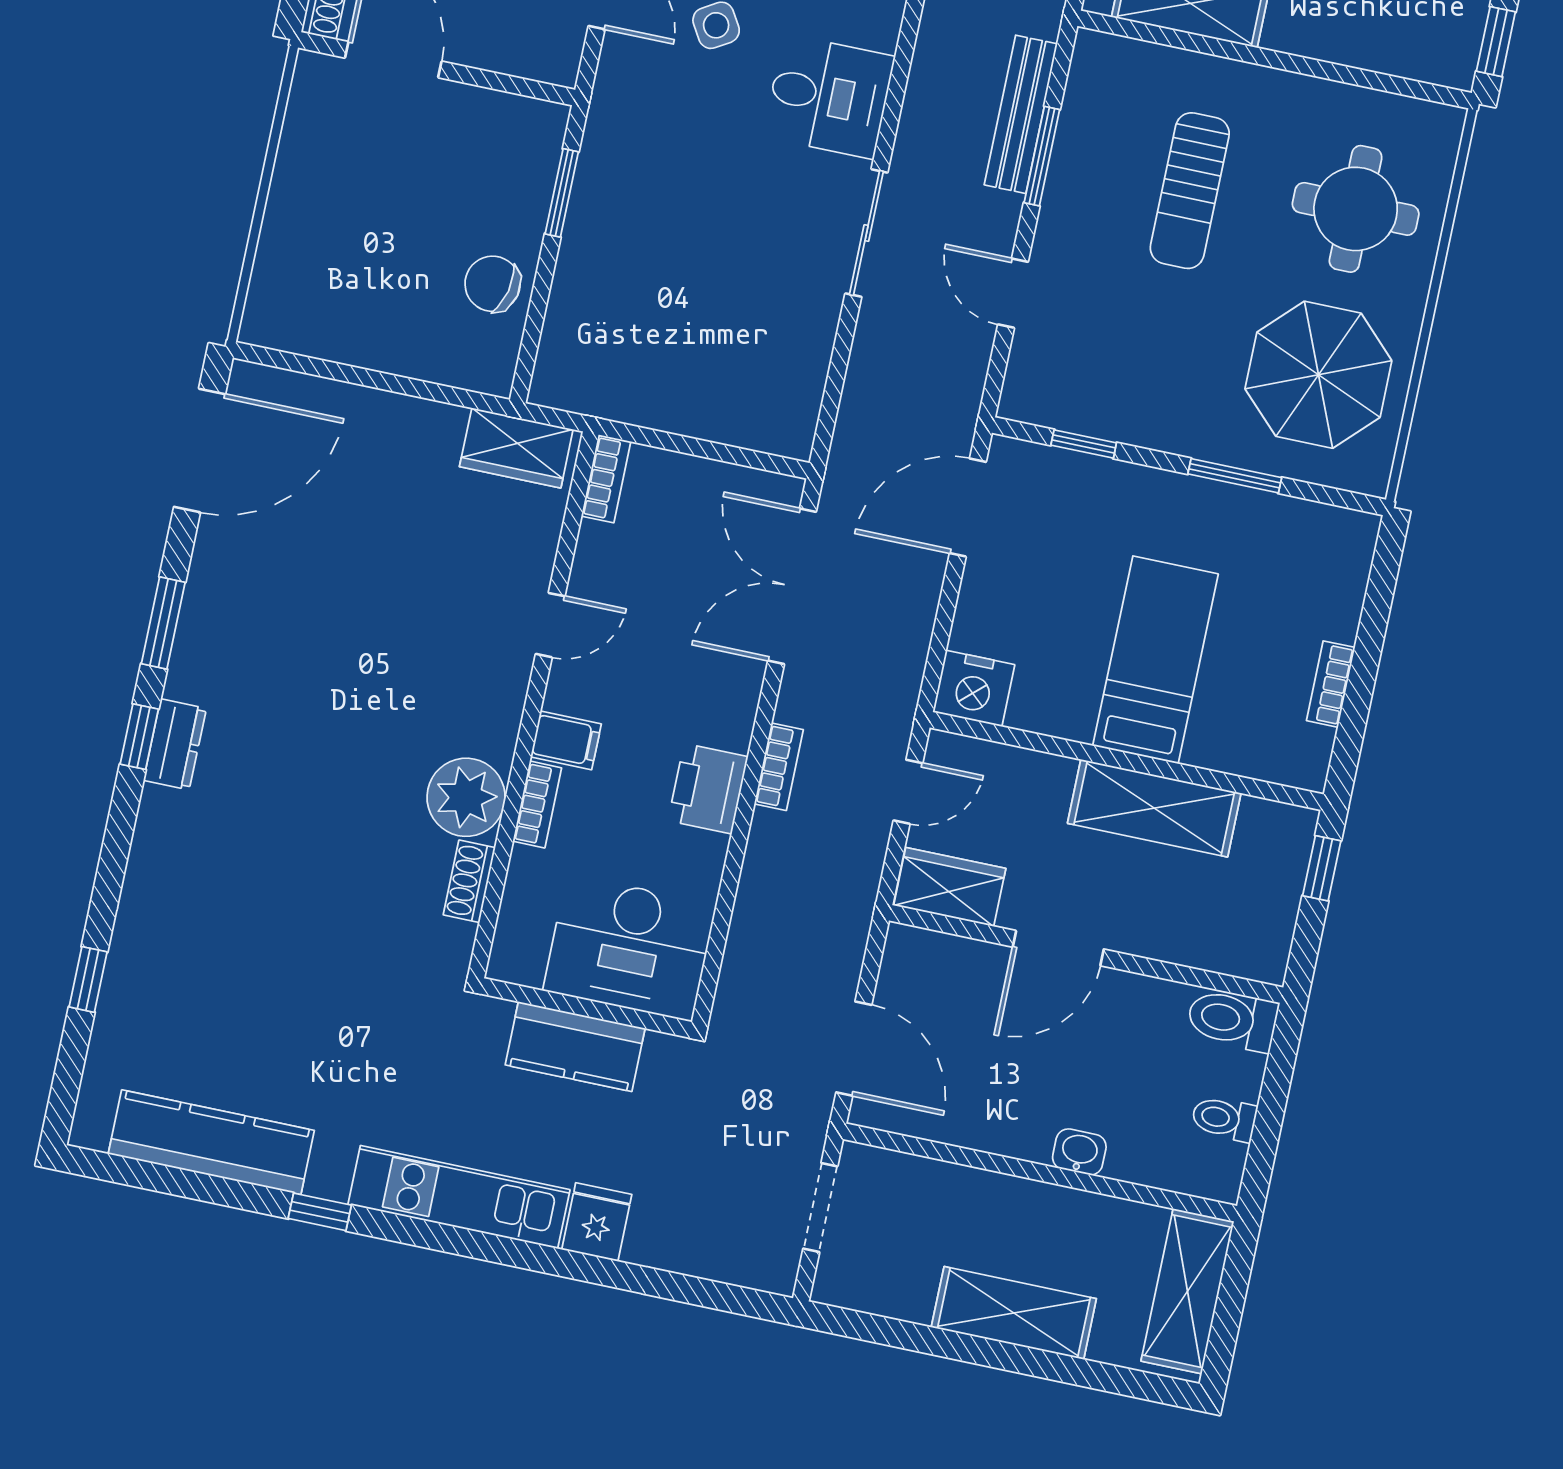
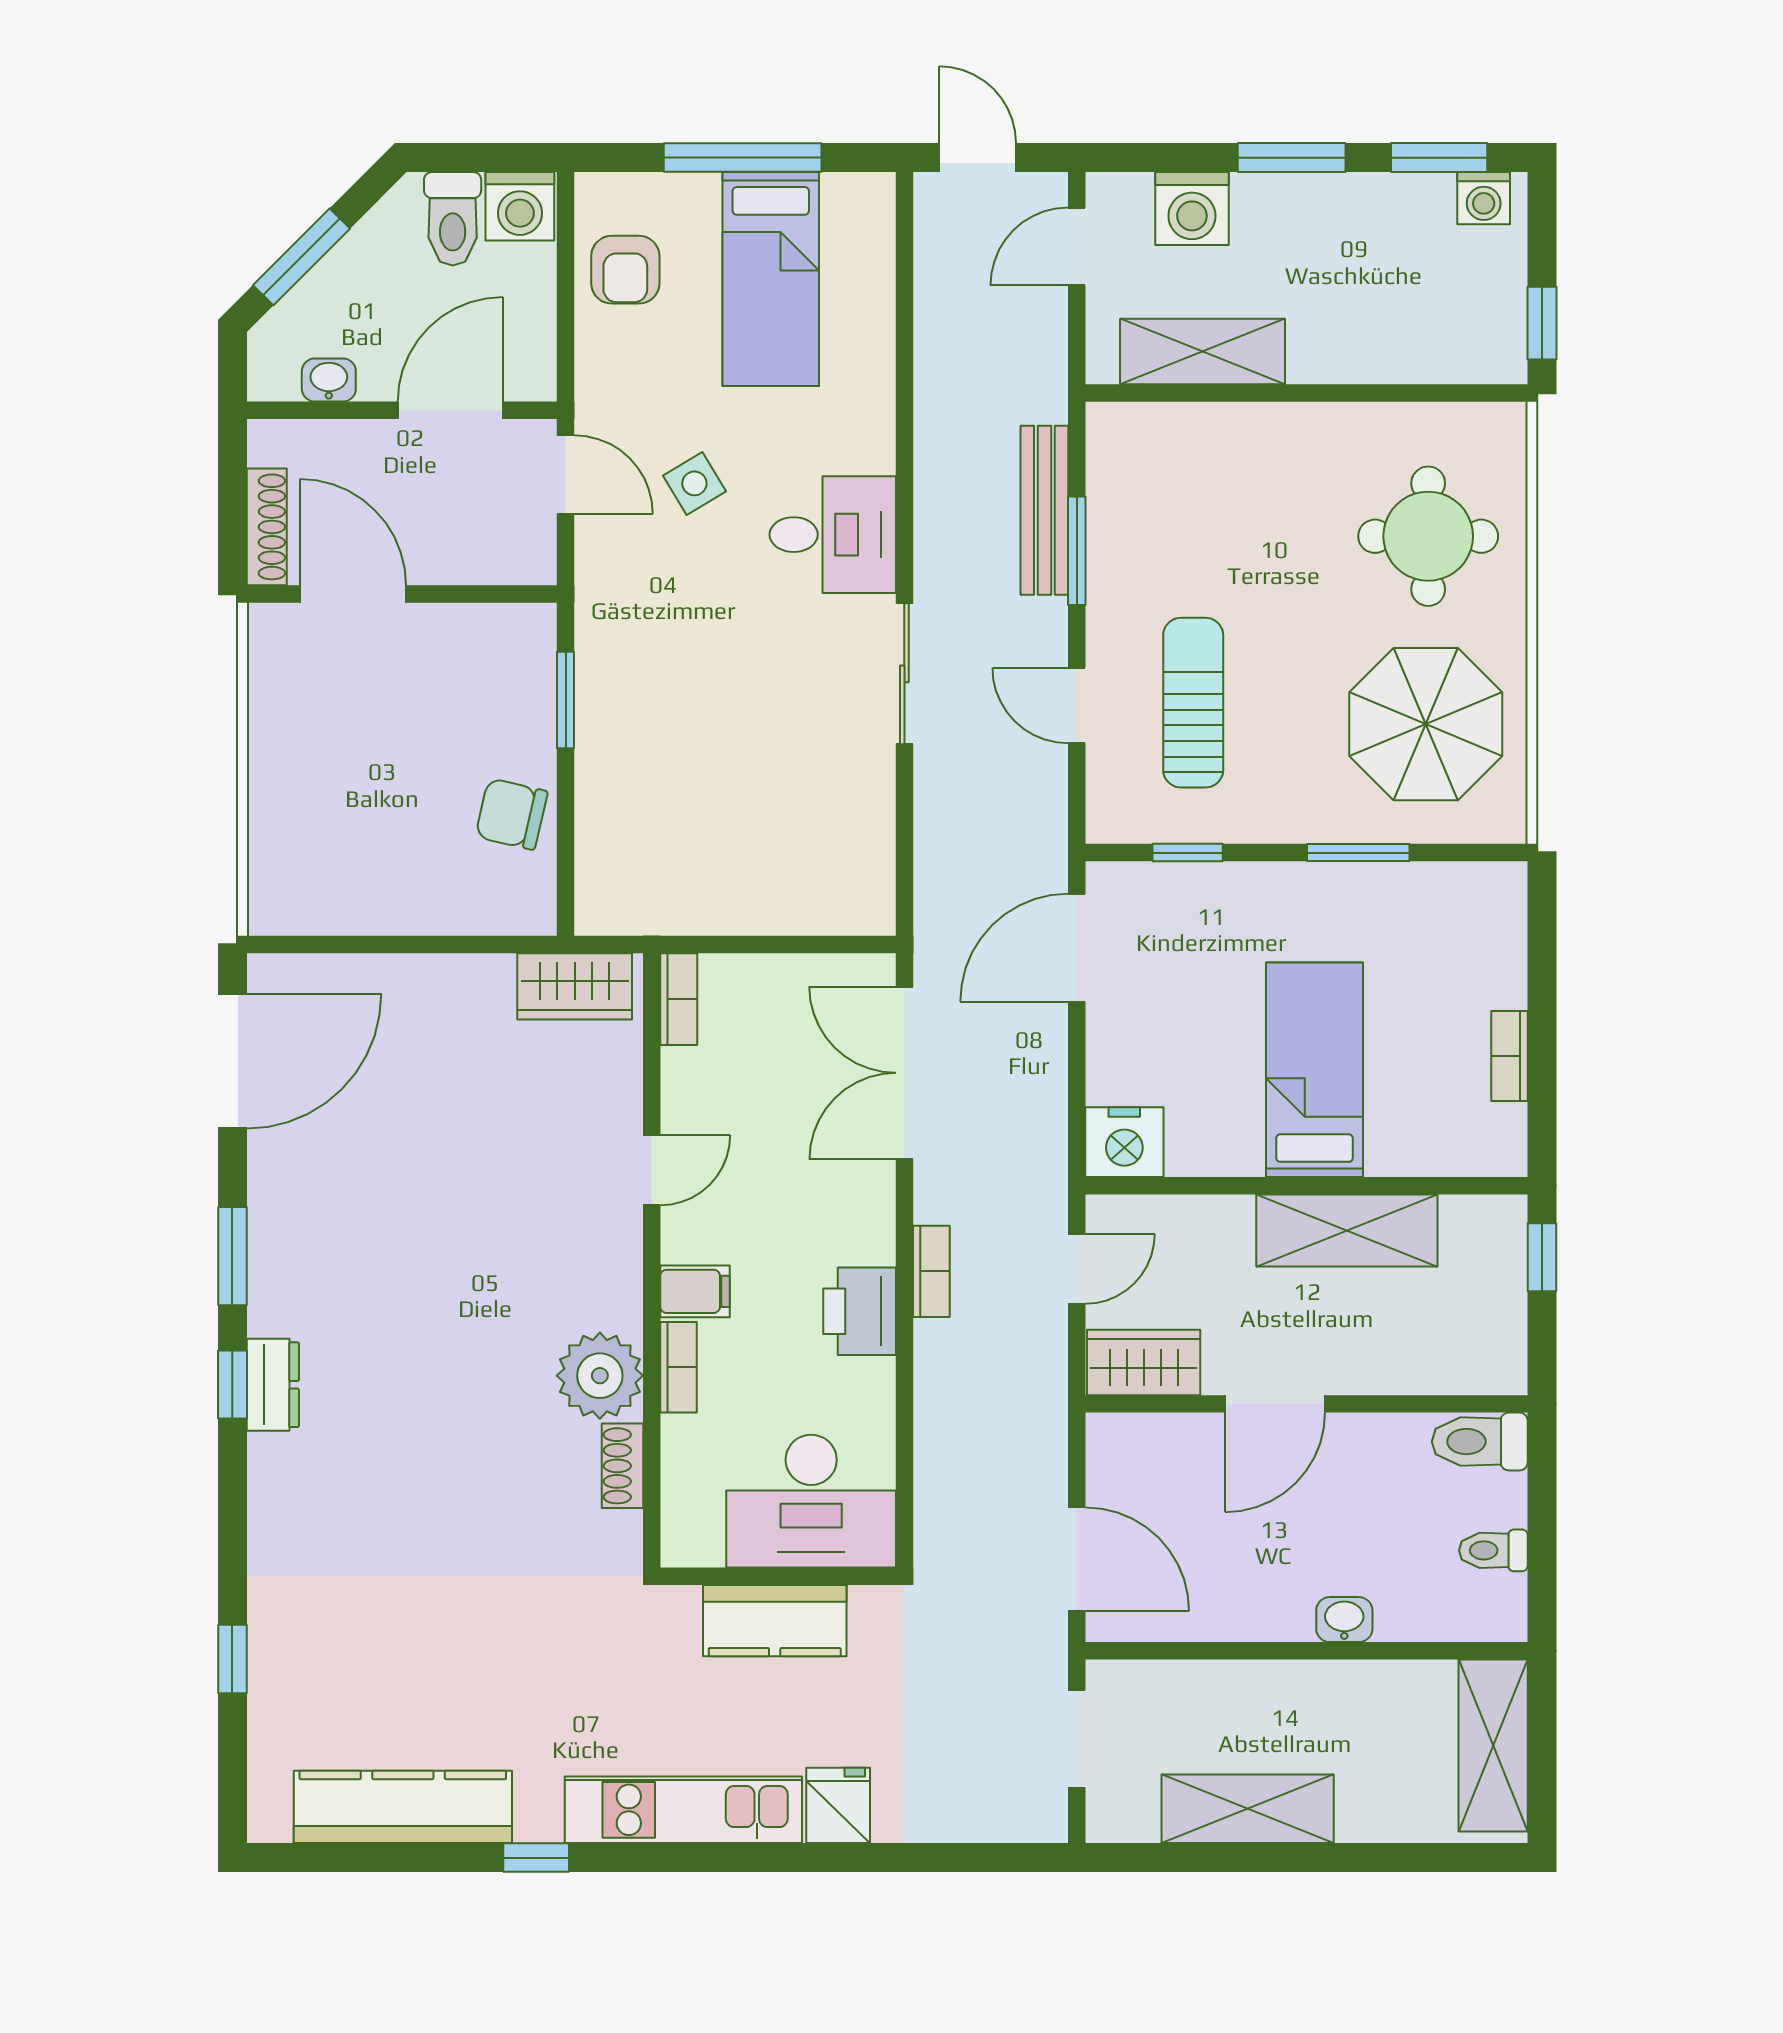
sun lounger: (1190, 191) -> (1193, 703), moved, turned 180
shelving: (1014, 1313) -> (1248, 1809), moved

